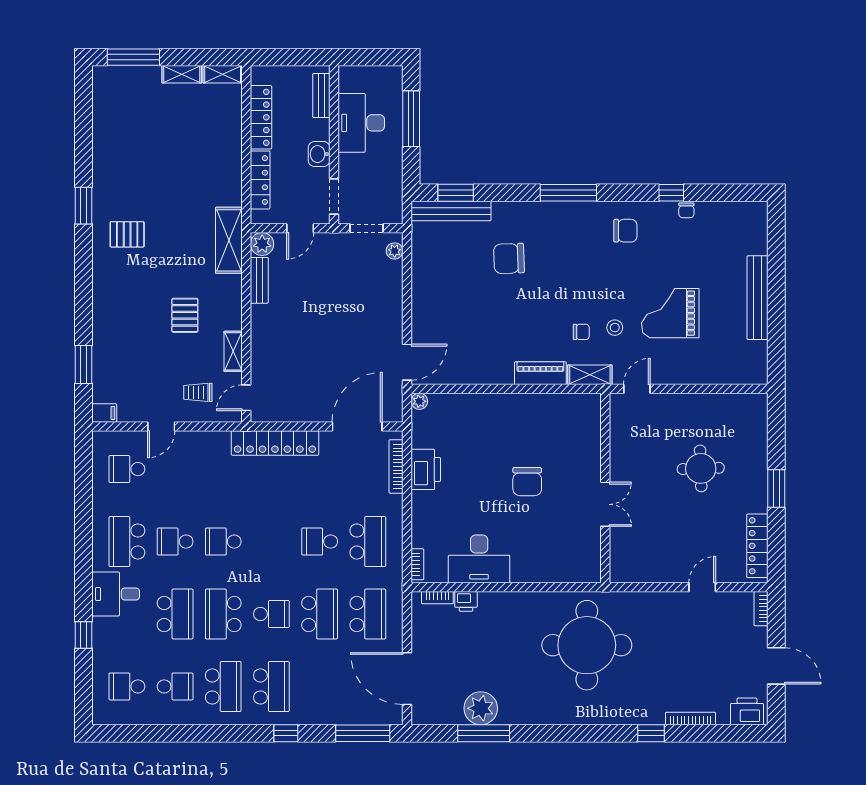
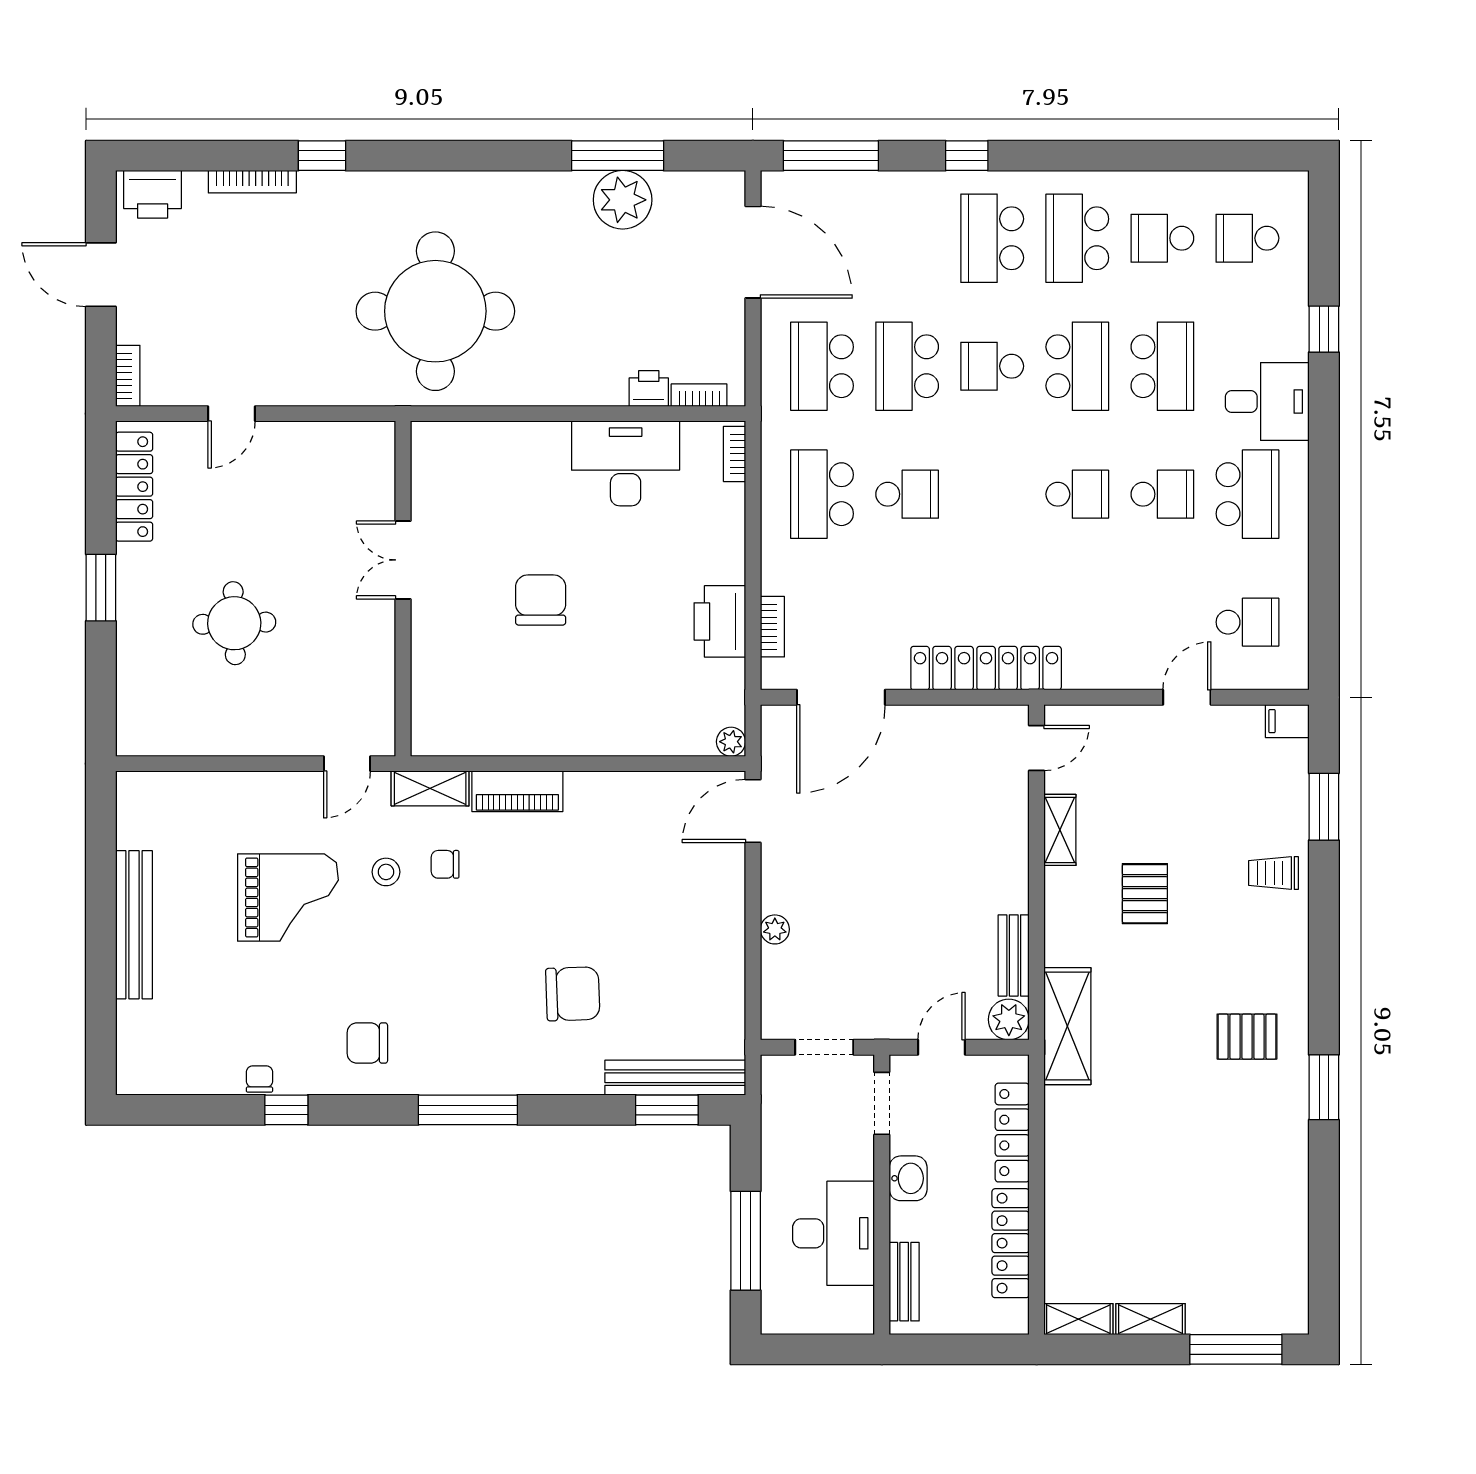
plant: (395, 251) -> (775, 929), moved
trolley: (198, 392) -> (1273, 873), moved, turned 180
bookcase: (396, 466) -> (772, 627), width x0.64
school desk: (175, 614) -> (1162, 366), turned 180
school desk: (127, 686) -> (1247, 238), turned 180

